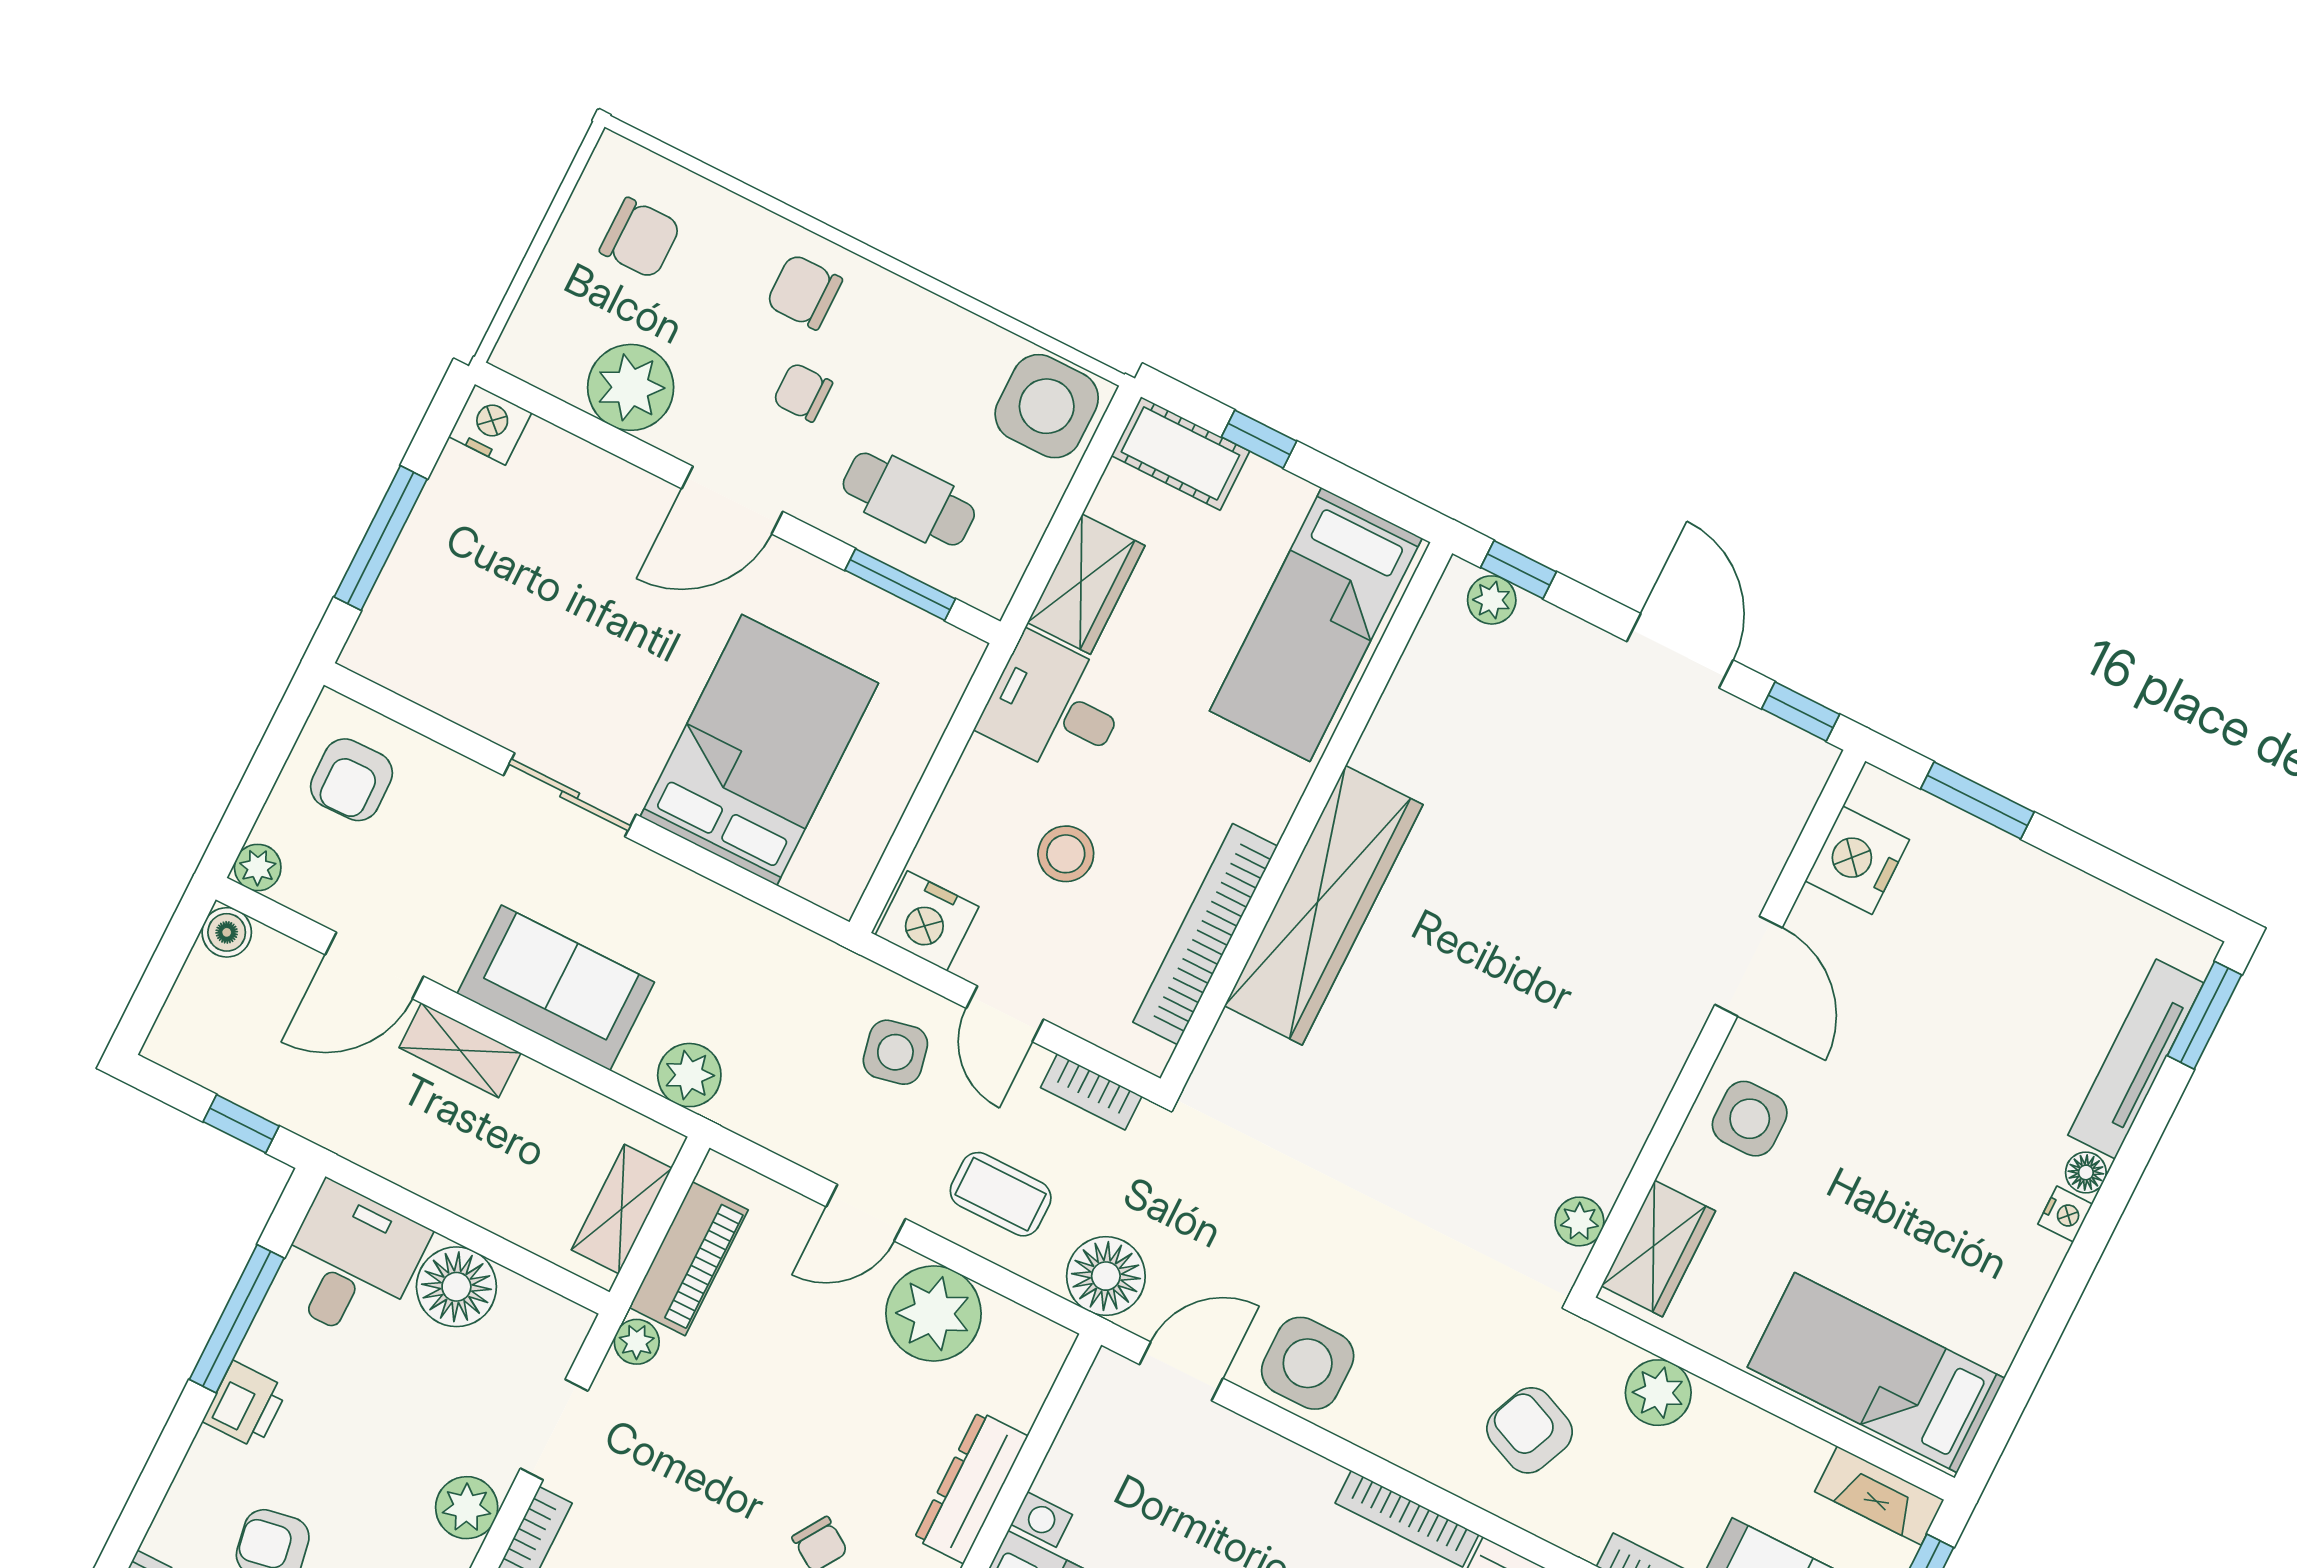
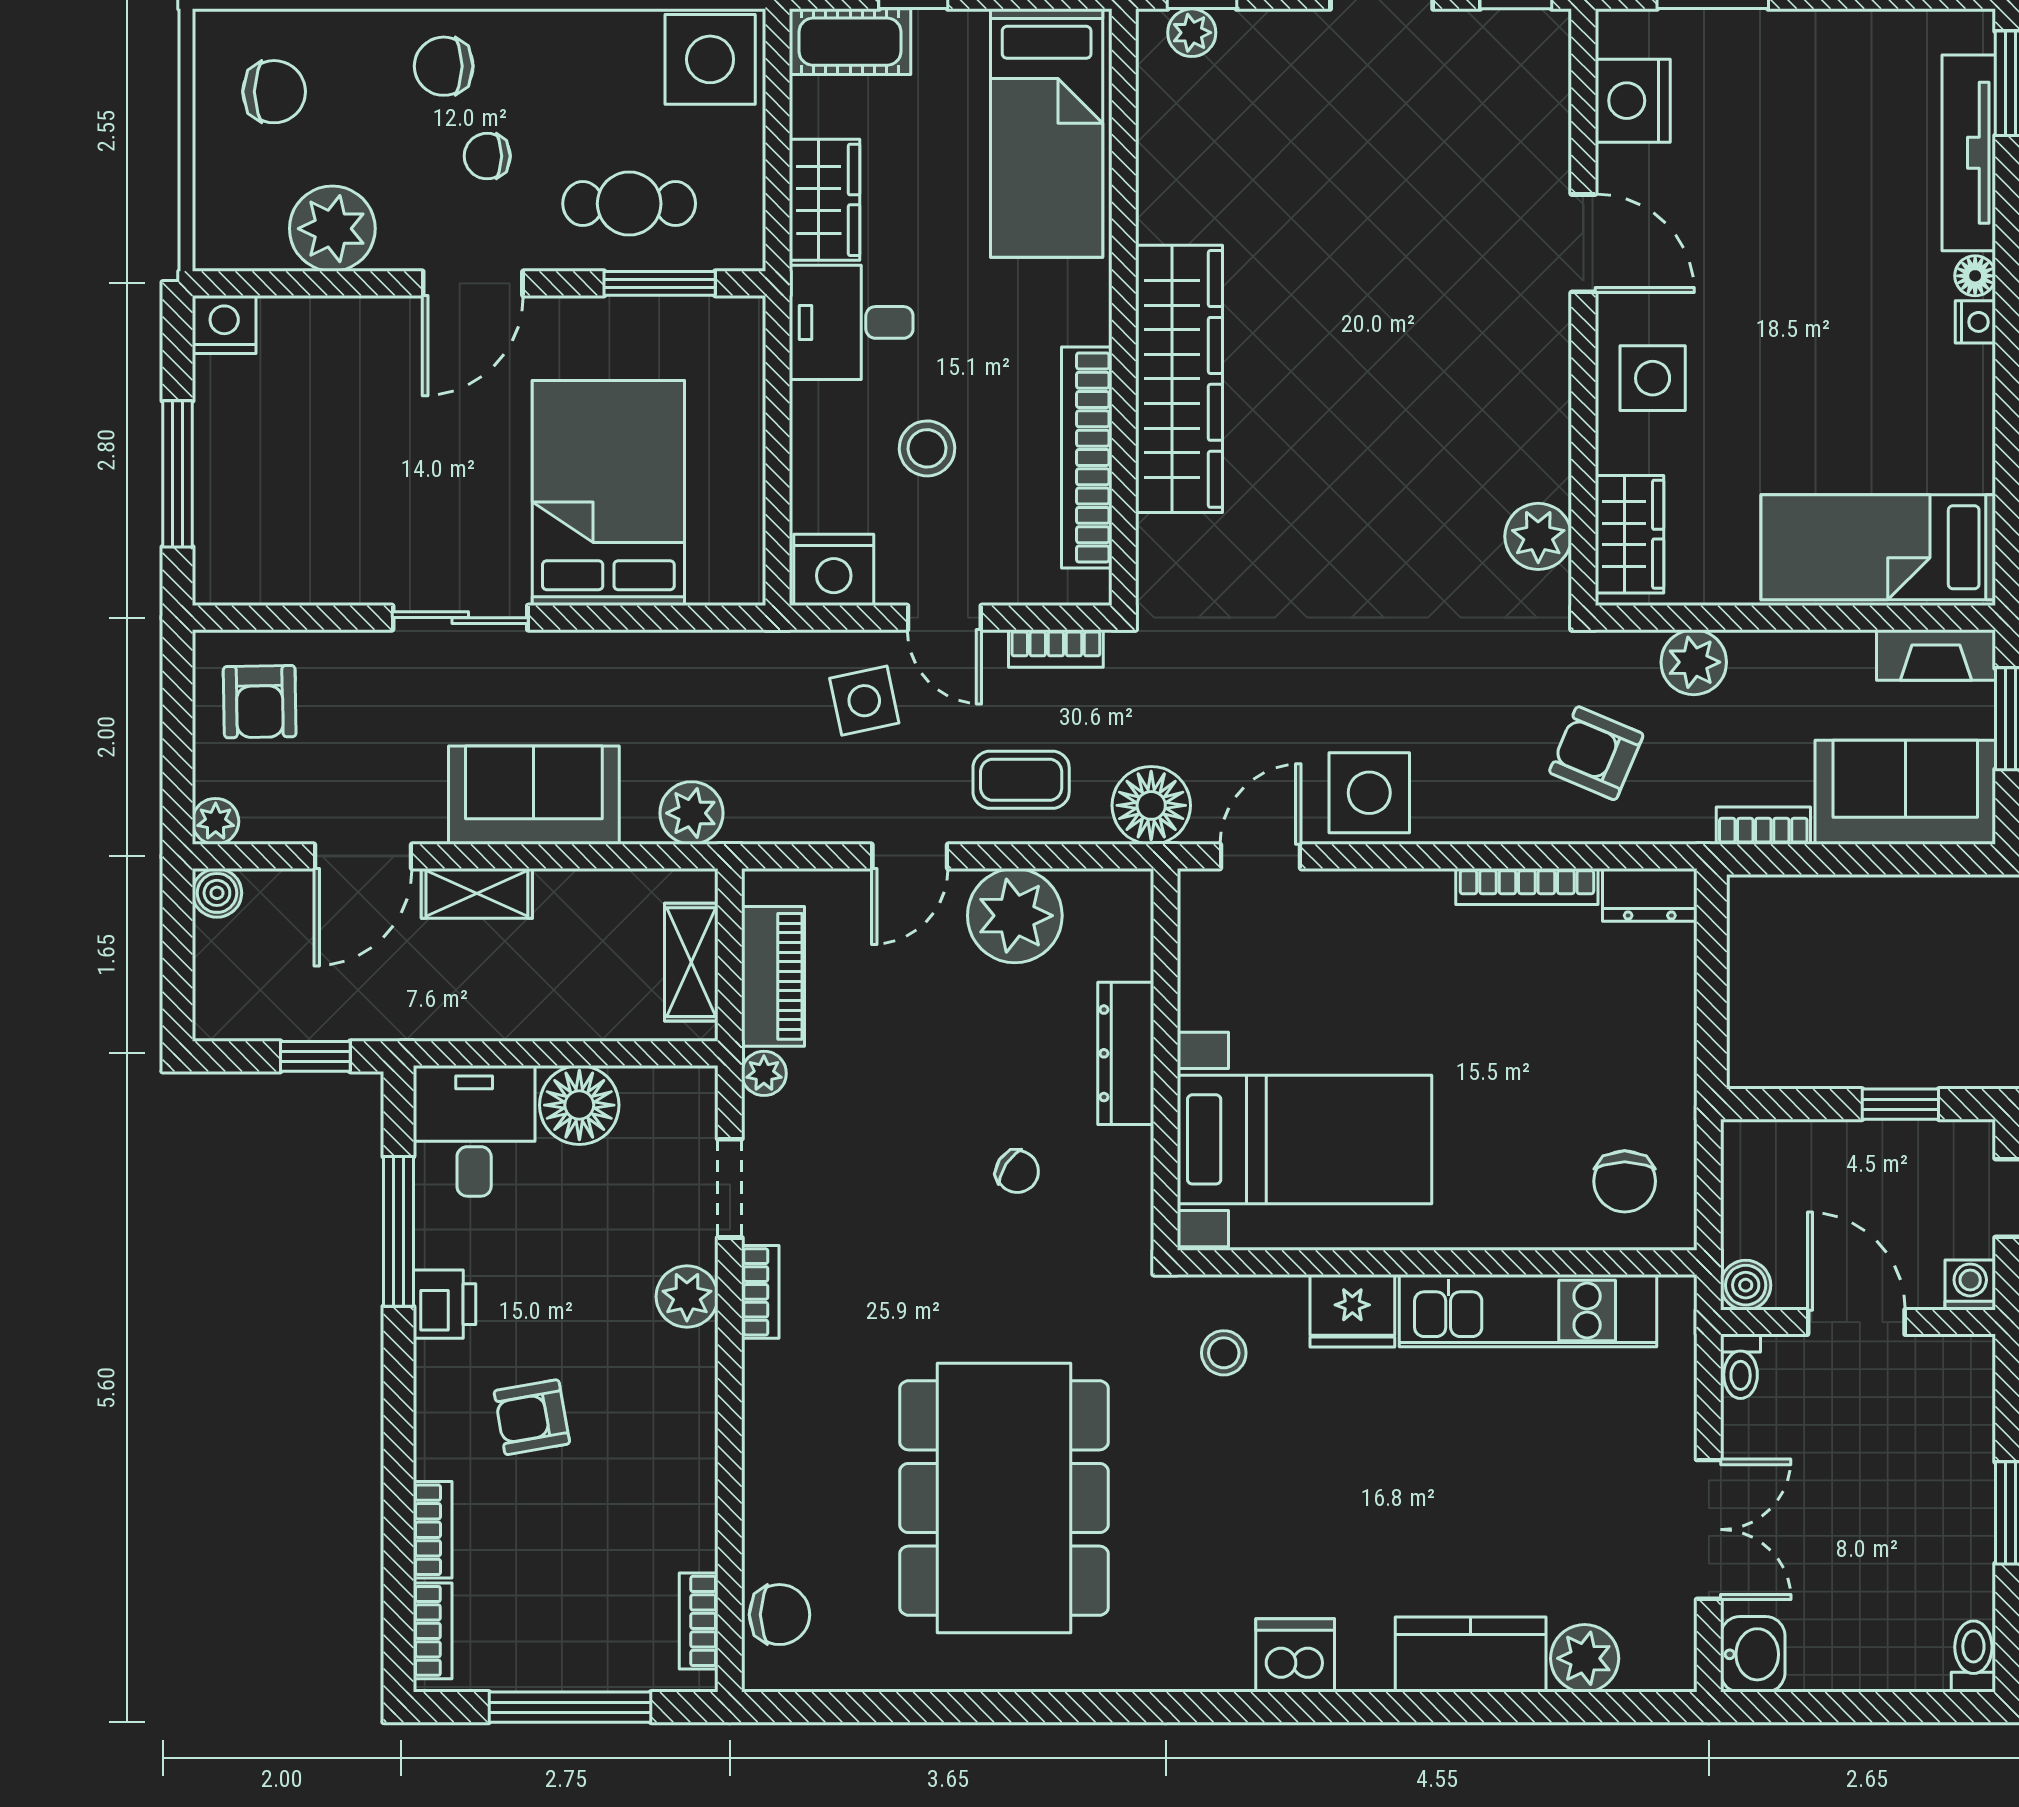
plant: (1579, 1221) -> (1538, 536), width x1.38, depth x1.38

